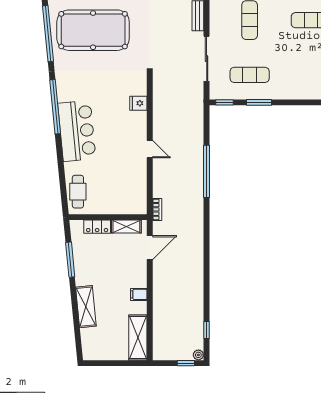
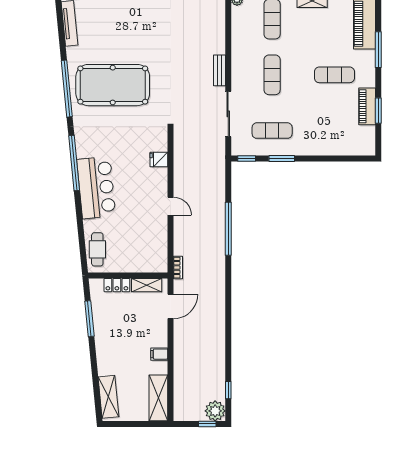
shelving: (86, 307) -> (108, 397), moved
plant: (198, 355) -> (215, 411), width x1.87, depth x1.87

